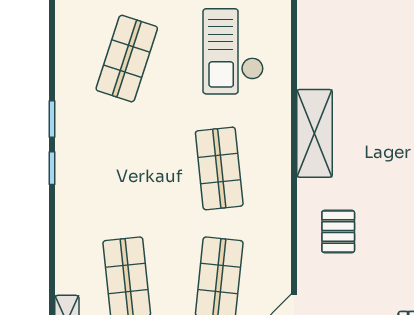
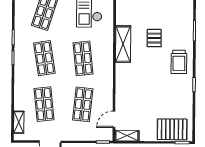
shop shelf: (127, 168) -> (44, 58), added
pallet: (338, 231) -> (154, 38), moved

